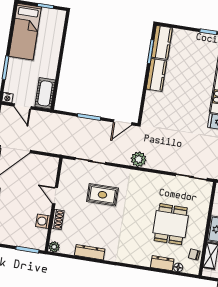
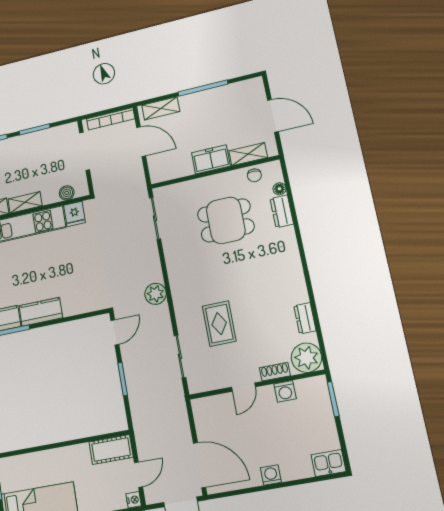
door: (123, 122) -> (115, 332), hinge flipped
plant: (54, 247) -> (306, 358), width x1.87, depth x1.87
dresser: (90, 252) -> (305, 318), width x0.70

